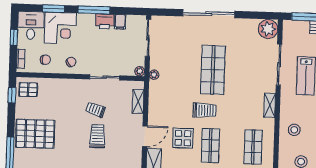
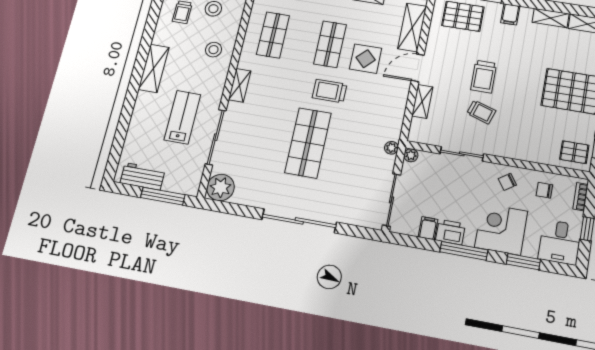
corner desk: (60, 28) -> (501, 229), moved
shelving: (138, 101) -> (422, 101), moved

